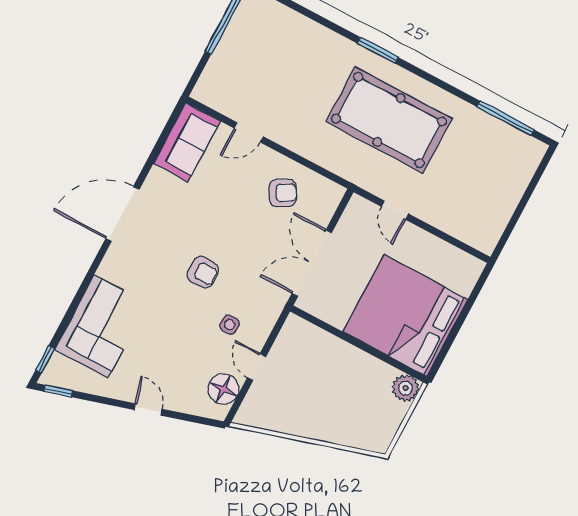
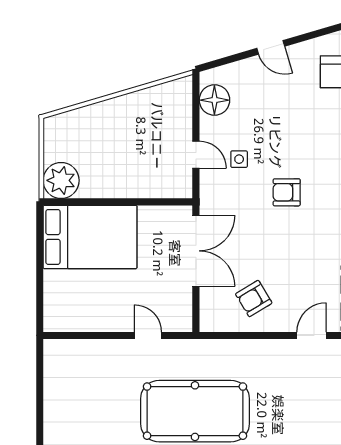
bed: (405, 315) -> (90, 237), width x0.73
door: (257, 367) -> (196, 155), moved
plant: (406, 388) -> (61, 180), width x1.36, depth x1.36

